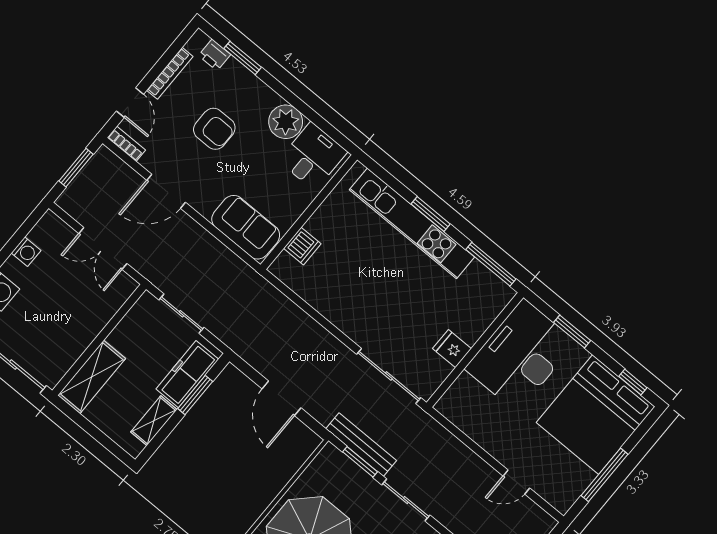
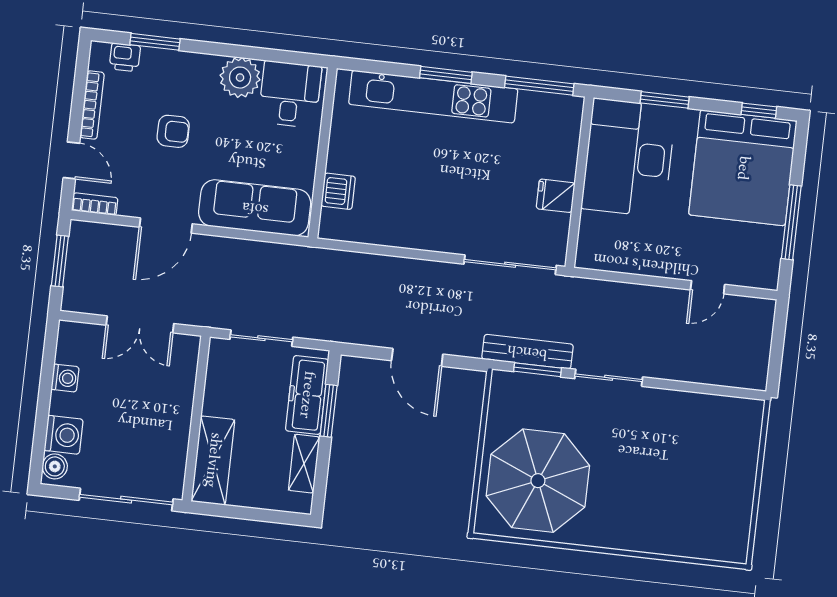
armchair: (214, 129) -> (173, 131), width x0.72, depth x0.72
sofa: (246, 227) -> (255, 208), width x1.36

